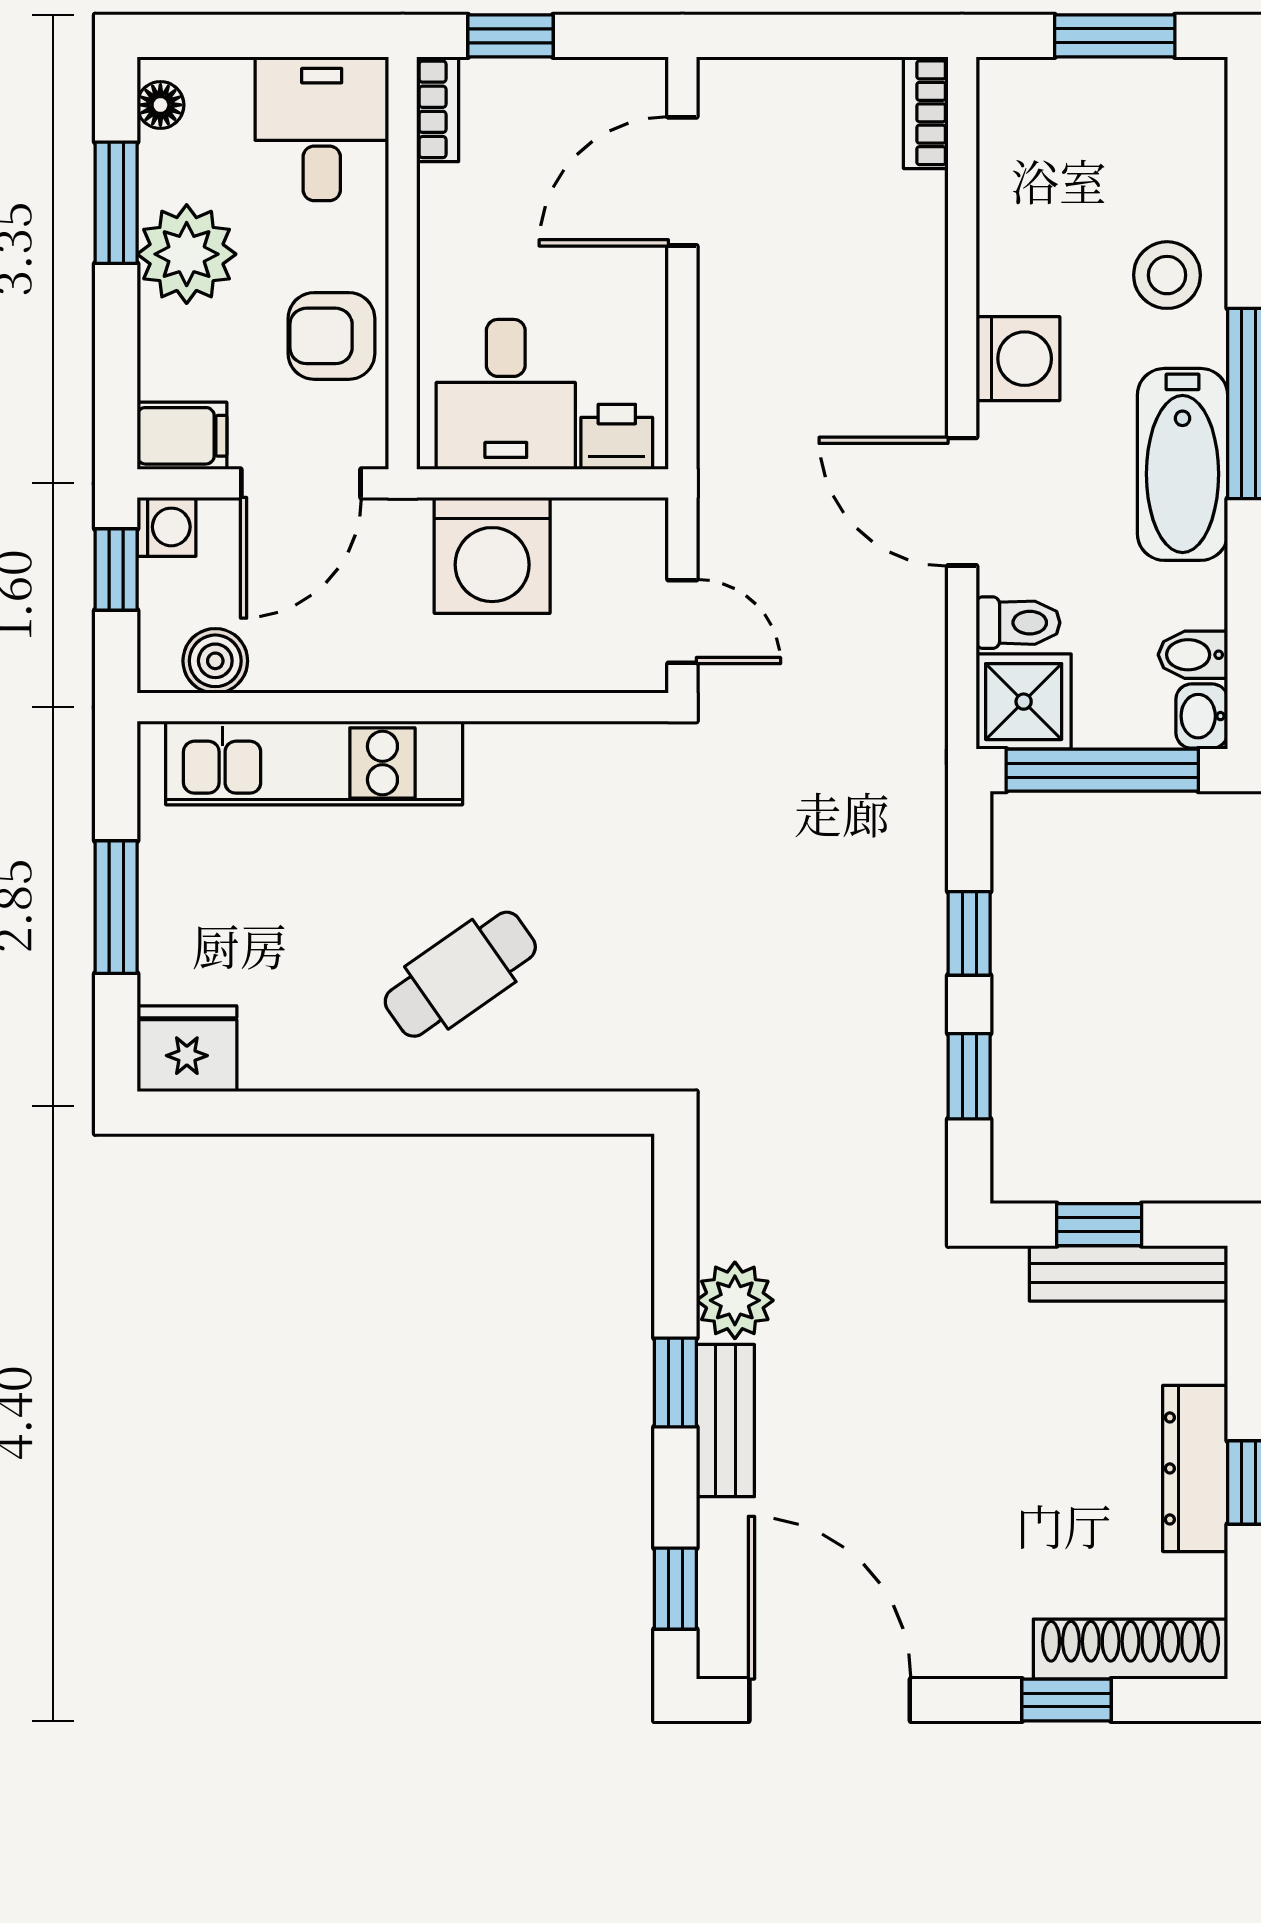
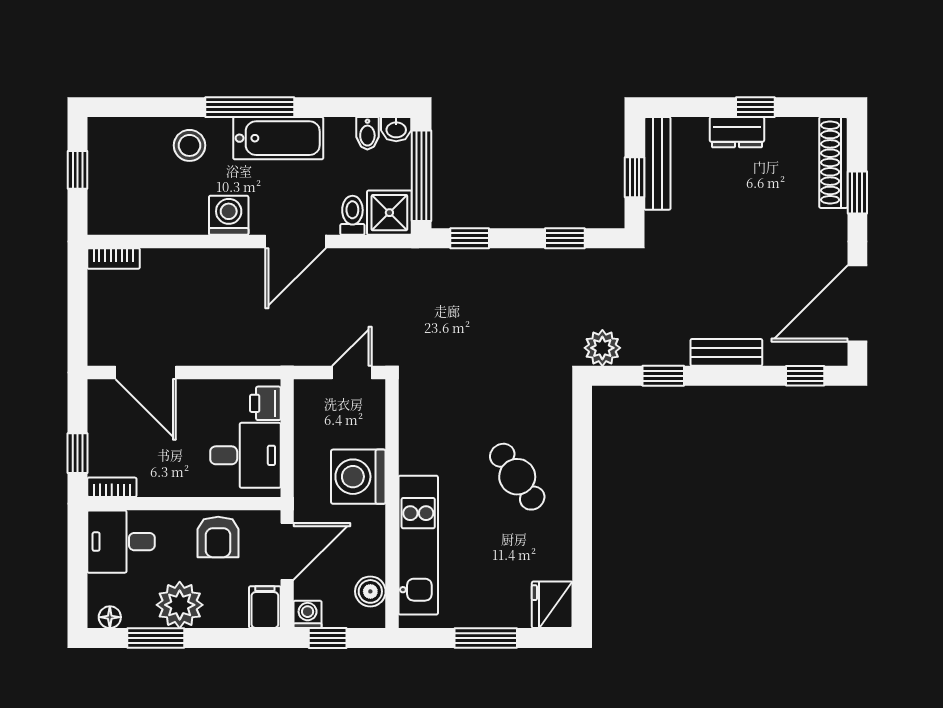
window: (1115, 36) -> (77, 170), width x0.67
door: (301, 483) -> (287, 551), hinge flipped
washing machine: (492, 555) -> (358, 477), moved, turned 180
window: (969, 933) -> (470, 238), moved
plant: (735, 1300) -> (602, 348), moved
window: (675, 1383) -> (663, 376), moved
dresser: (1195, 1468) -> (737, 132), width x0.70

